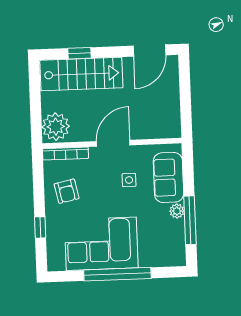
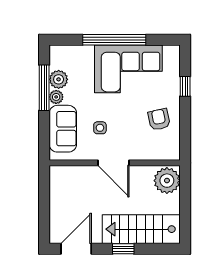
window: (80, 53) -> (123, 249), moved
door: (113, 143) -> (113, 163), hinge flipped
bookcase: (66, 154) -> (159, 155), removed
plant: (175, 230) -> (59, 79), added

